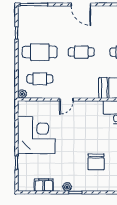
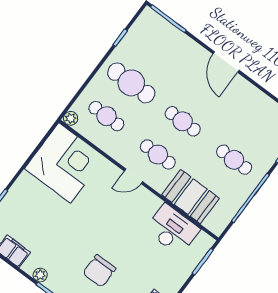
cafe table: (81, 79) -> (158, 154), added
door: (66, 100) -> (134, 176), moved
corner desk: (36, 135) -> (65, 163), moved

